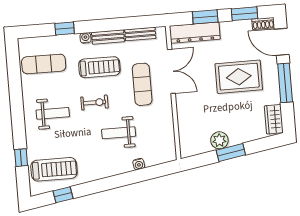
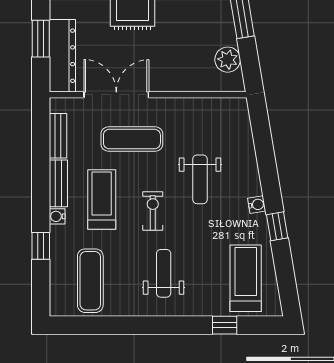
plant: (219, 140) -> (228, 60), moved
water cooler: (139, 164) -> (257, 205), moved
window: (63, 195) -> (277, 226), moved

